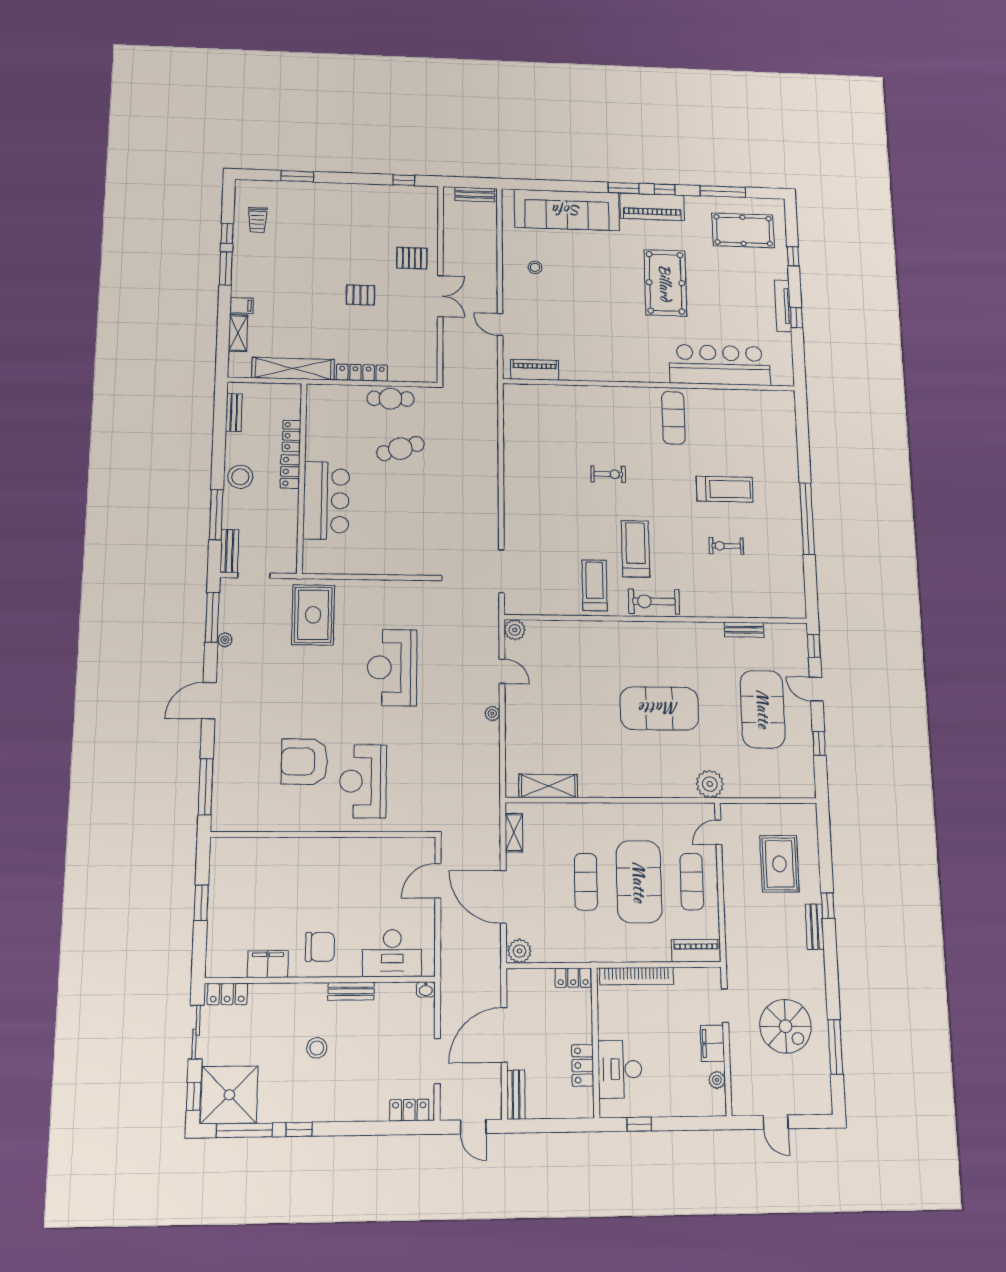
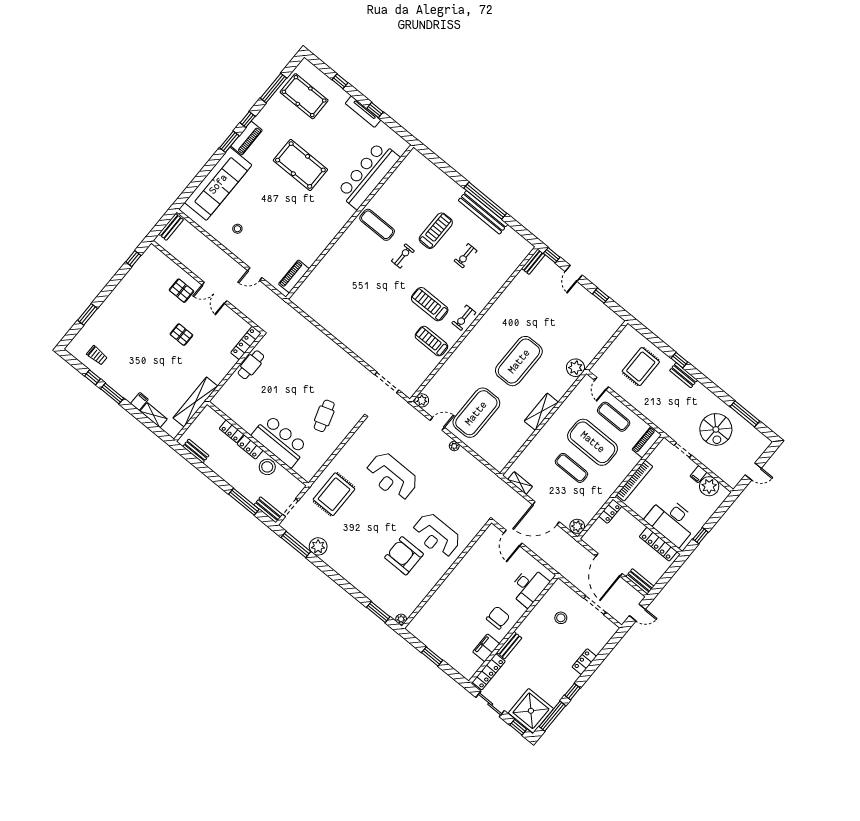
piano: (652, 207) -> (247, 138), width x0.73, depth x0.75
pool table: (743, 230) -> (304, 96), turned 90
pallet: (412, 258) -> (181, 291), turned 90
pallet: (361, 295) -> (181, 335), turned 90
double door: (440, 296) -> (214, 293), swing flipped
locker: (362, 373) -> (246, 343), moved
cafe table: (400, 449) -> (324, 416), moved
exercise bike: (608, 474) -> (403, 256), moved
stool: (240, 477) -> (267, 467), moved
bench: (792, 526) -> (483, 212), added
exercise bike: (654, 601) -> (464, 318), width x0.73, depth x0.72
rug: (313, 615) -> (334, 494), turned 90
bench: (744, 630) -> (533, 262), moved
plant: (225, 640) -> (318, 546), width x1.87, depth x1.87
door: (816, 689) -> (574, 273), hinge flipped
door: (209, 701) -> (337, 578), removed
exercise mat: (763, 709) -> (476, 413), moved, turned 90
armchair: (305, 762) -> (404, 556), turned 90
shelving: (548, 786) -> (541, 412), moved
window: (206, 787) -> (378, 612), width x0.69
plant: (219, 823) -> (401, 619), added
rug: (779, 864) -> (641, 367), turned 90
washbasin: (426, 989) -> (558, 584), removed
bench: (351, 991) -> (509, 645), moved
locker: (227, 994) -> (489, 672), width x1.53
spiral stairs: (786, 1026) -> (716, 429), turned 90
filing cabinet: (712, 1043) -> (698, 474), width x0.50
stool: (317, 1048) -> (561, 618), moved
locker: (583, 1065) -> (658, 544), width x1.53
desk: (620, 1069) -> (672, 521), width x1.36, depth x1.30
plant: (717, 1080) -> (709, 486), width x1.88, depth x1.88
locker: (409, 1110) -> (584, 662), moved

